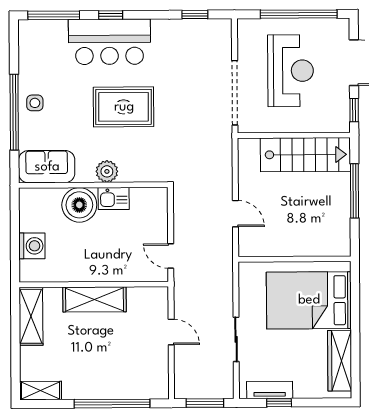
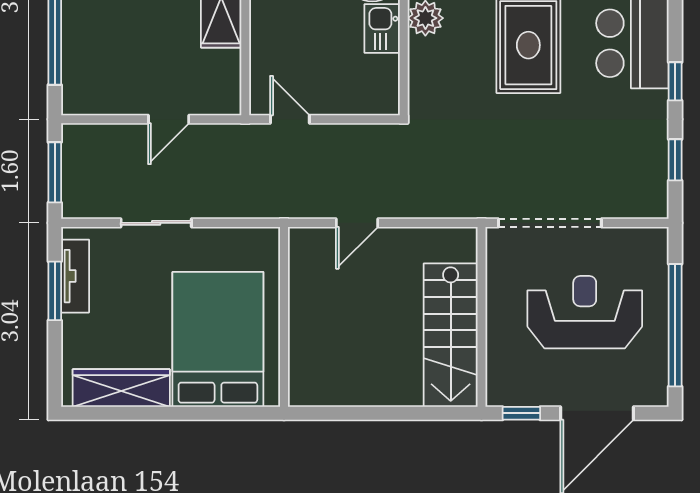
window: (111, 15) -> (675, 81), moved
reception desk: (291, 71) -> (585, 312), turned 180
window: (355, 191) -> (392, 413), removed
door: (171, 256) -> (290, 119), hinge flipped
window: (279, 403) -> (55, 291), width x1.50

